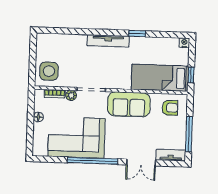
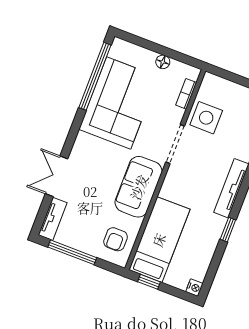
side table: (49, 71) -> (206, 118), moved
plant: (71, 95) -> (176, 115), removed
window: (93, 161) -> (95, 76), moved

